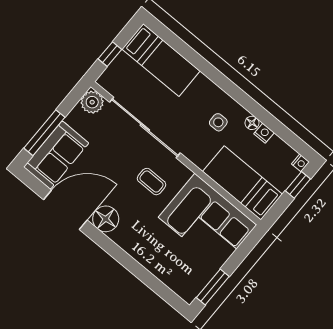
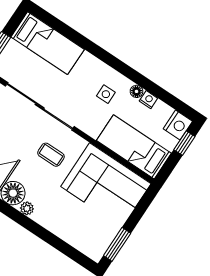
nightstand: (300, 163) -> (178, 125), width x1.89, depth x1.79
plant: (119, 237) -> (27, 208), added

